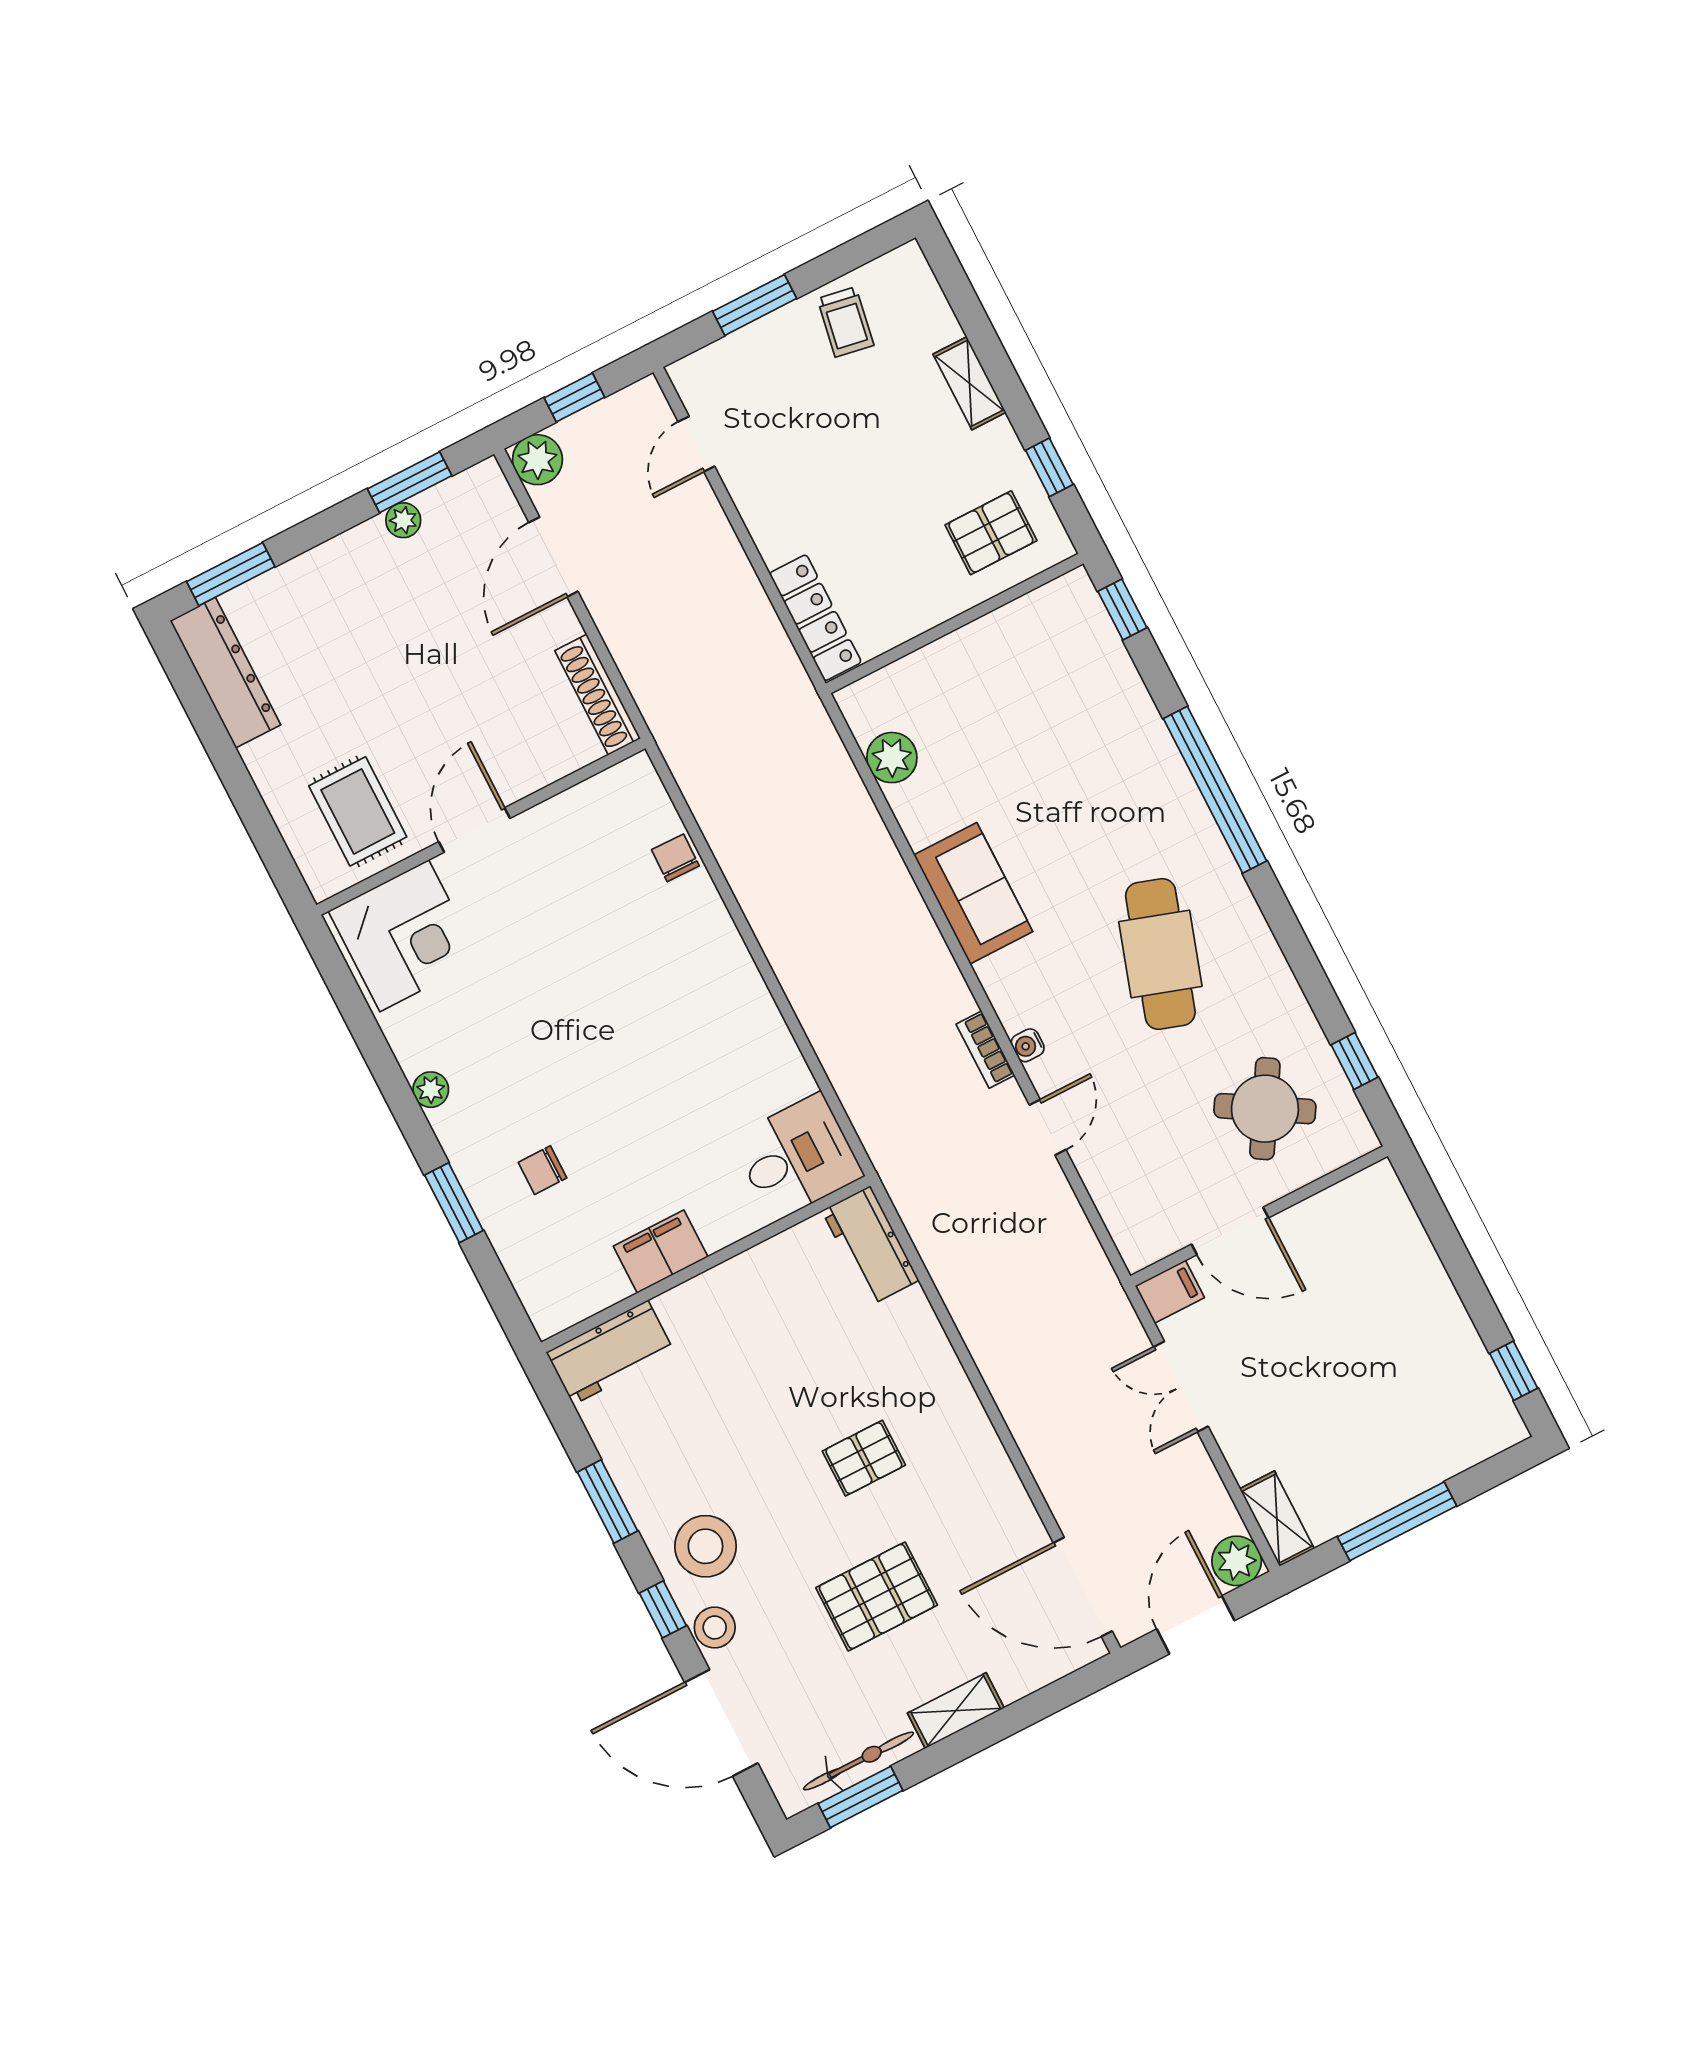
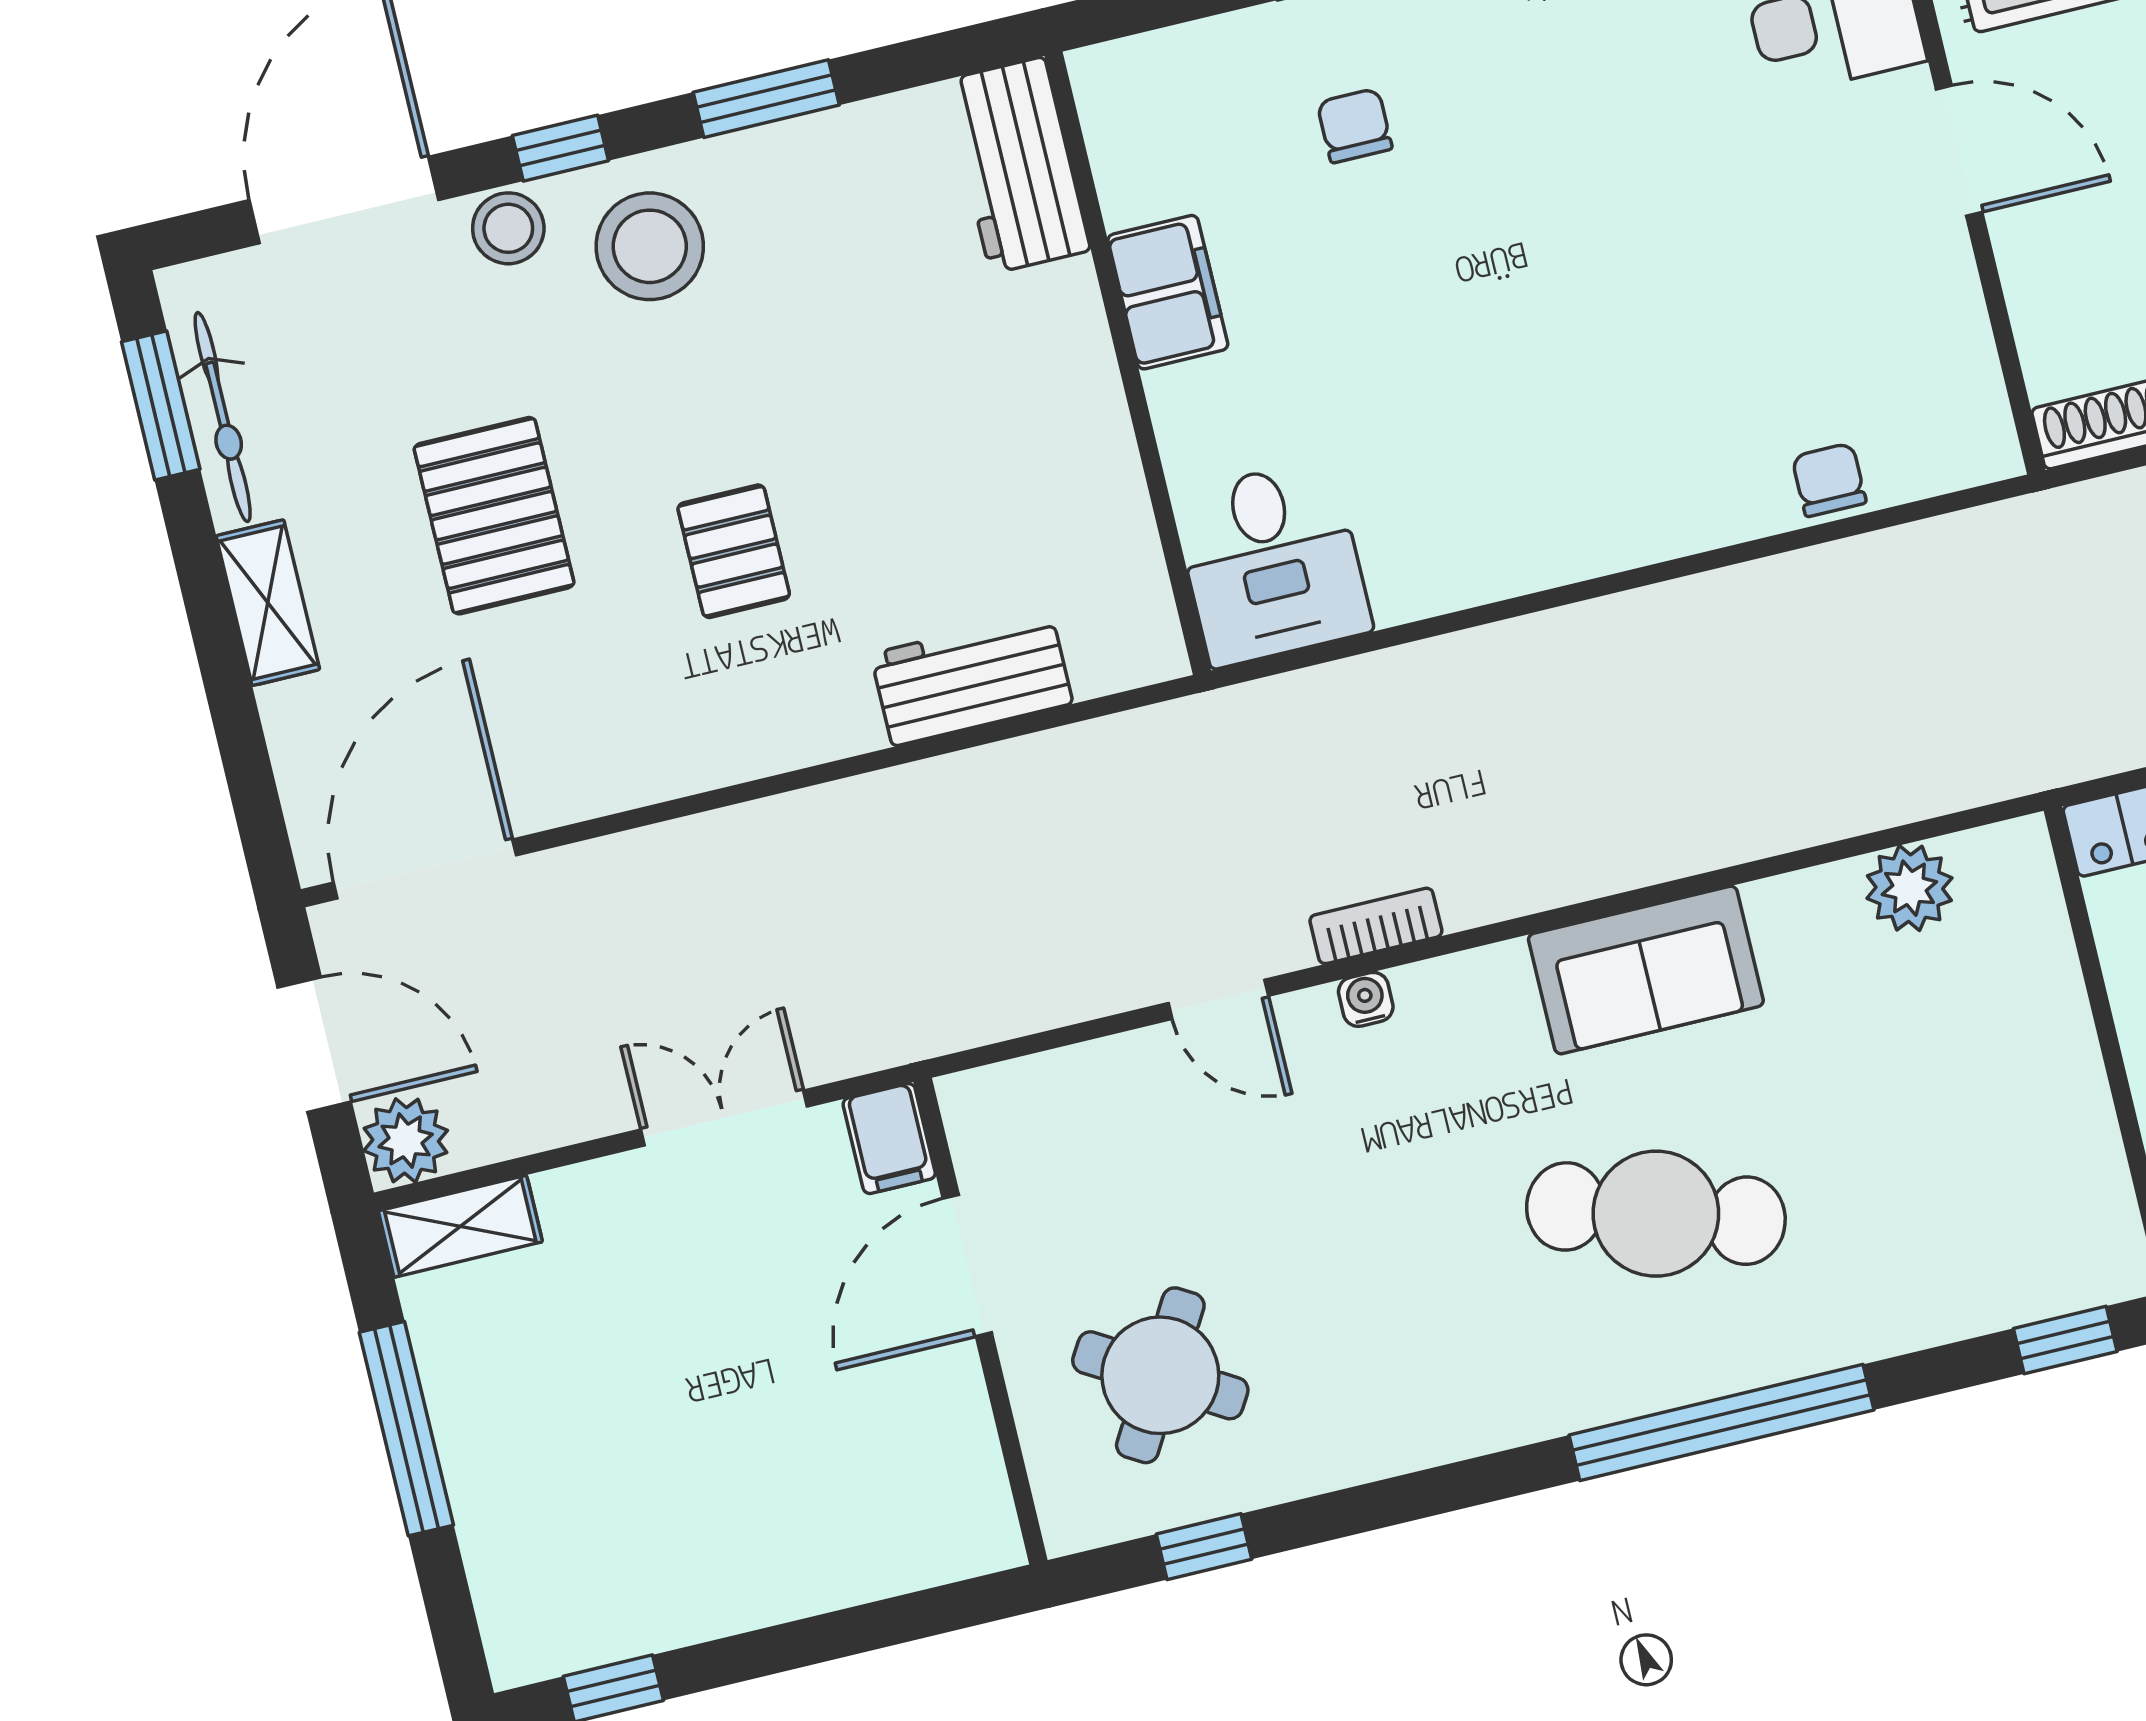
chair: (675, 858) -> (1829, 480), turned -91
cafe table: (1160, 954) -> (1656, 1214), moved
workbench: (870, 1246) -> (972, 679), moved

